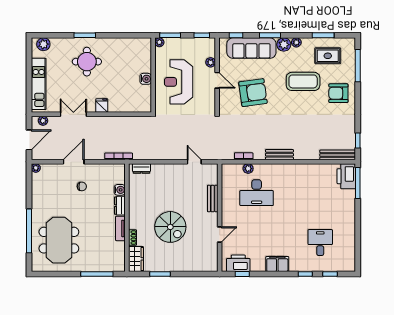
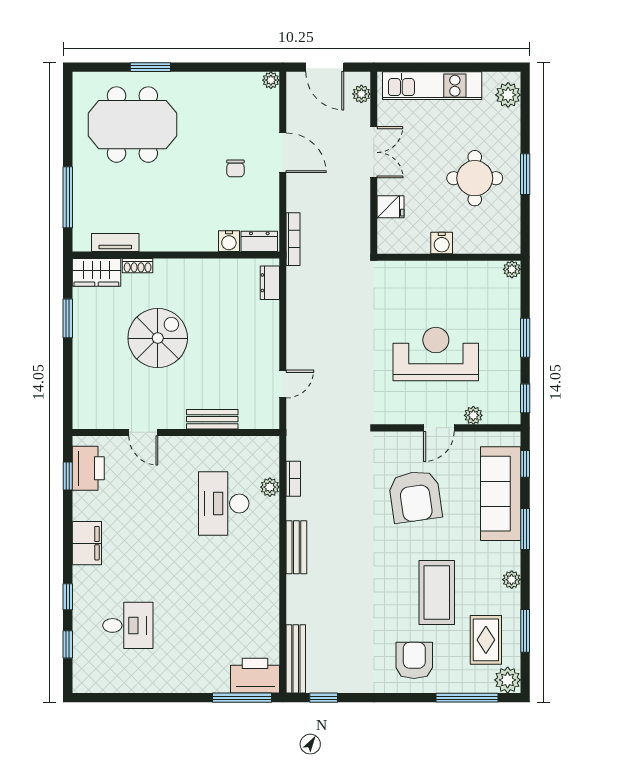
plant: (159, 42) -> (512, 269), moved
plant: (284, 45) -> (508, 680), moved
wall: (153, 75) -> (449, 257), moved
water cooler: (146, 79) -> (442, 243), moved
dresser: (120, 206) -> (259, 241), moved
spiral stairs: (170, 227) -> (158, 338), turned 180
tv unit: (120, 228) -> (115, 242), moved
window: (29, 231) -> (150, 67), width x0.47

